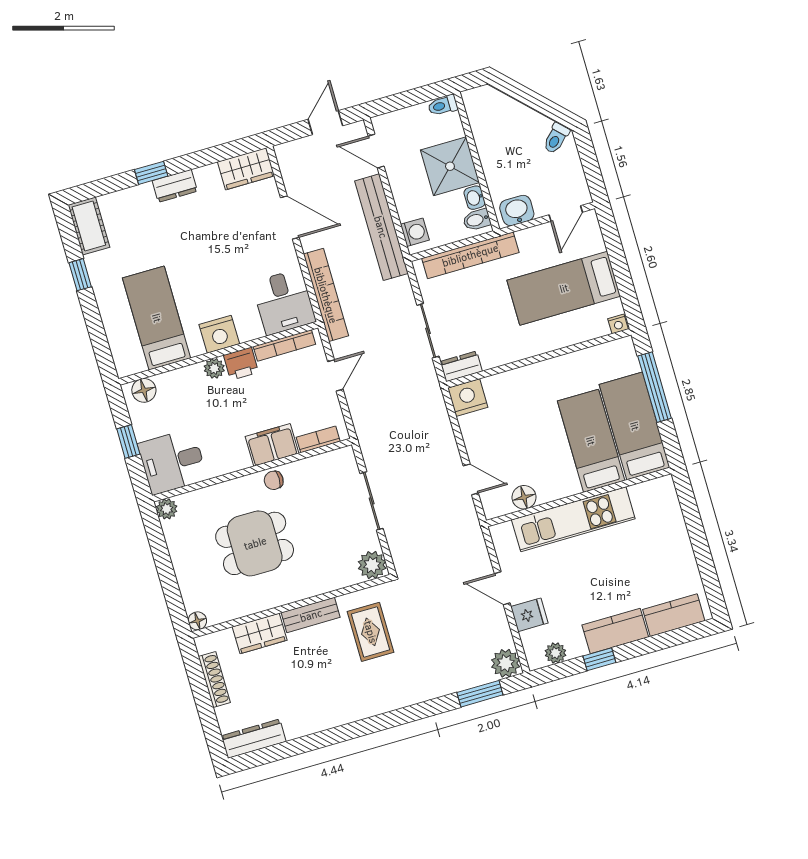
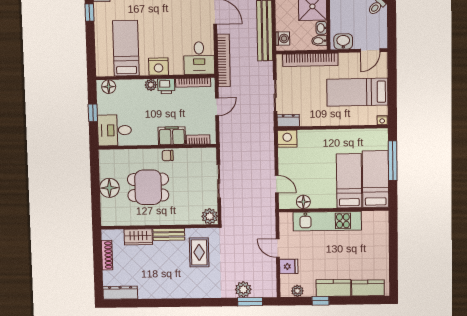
plant: (167, 509) -> (105, 155), removed
floor lamp: (197, 621) -> (109, 188), moved, width x1.89, depth x1.89
plant: (506, 663) -> (243, 289), moved

